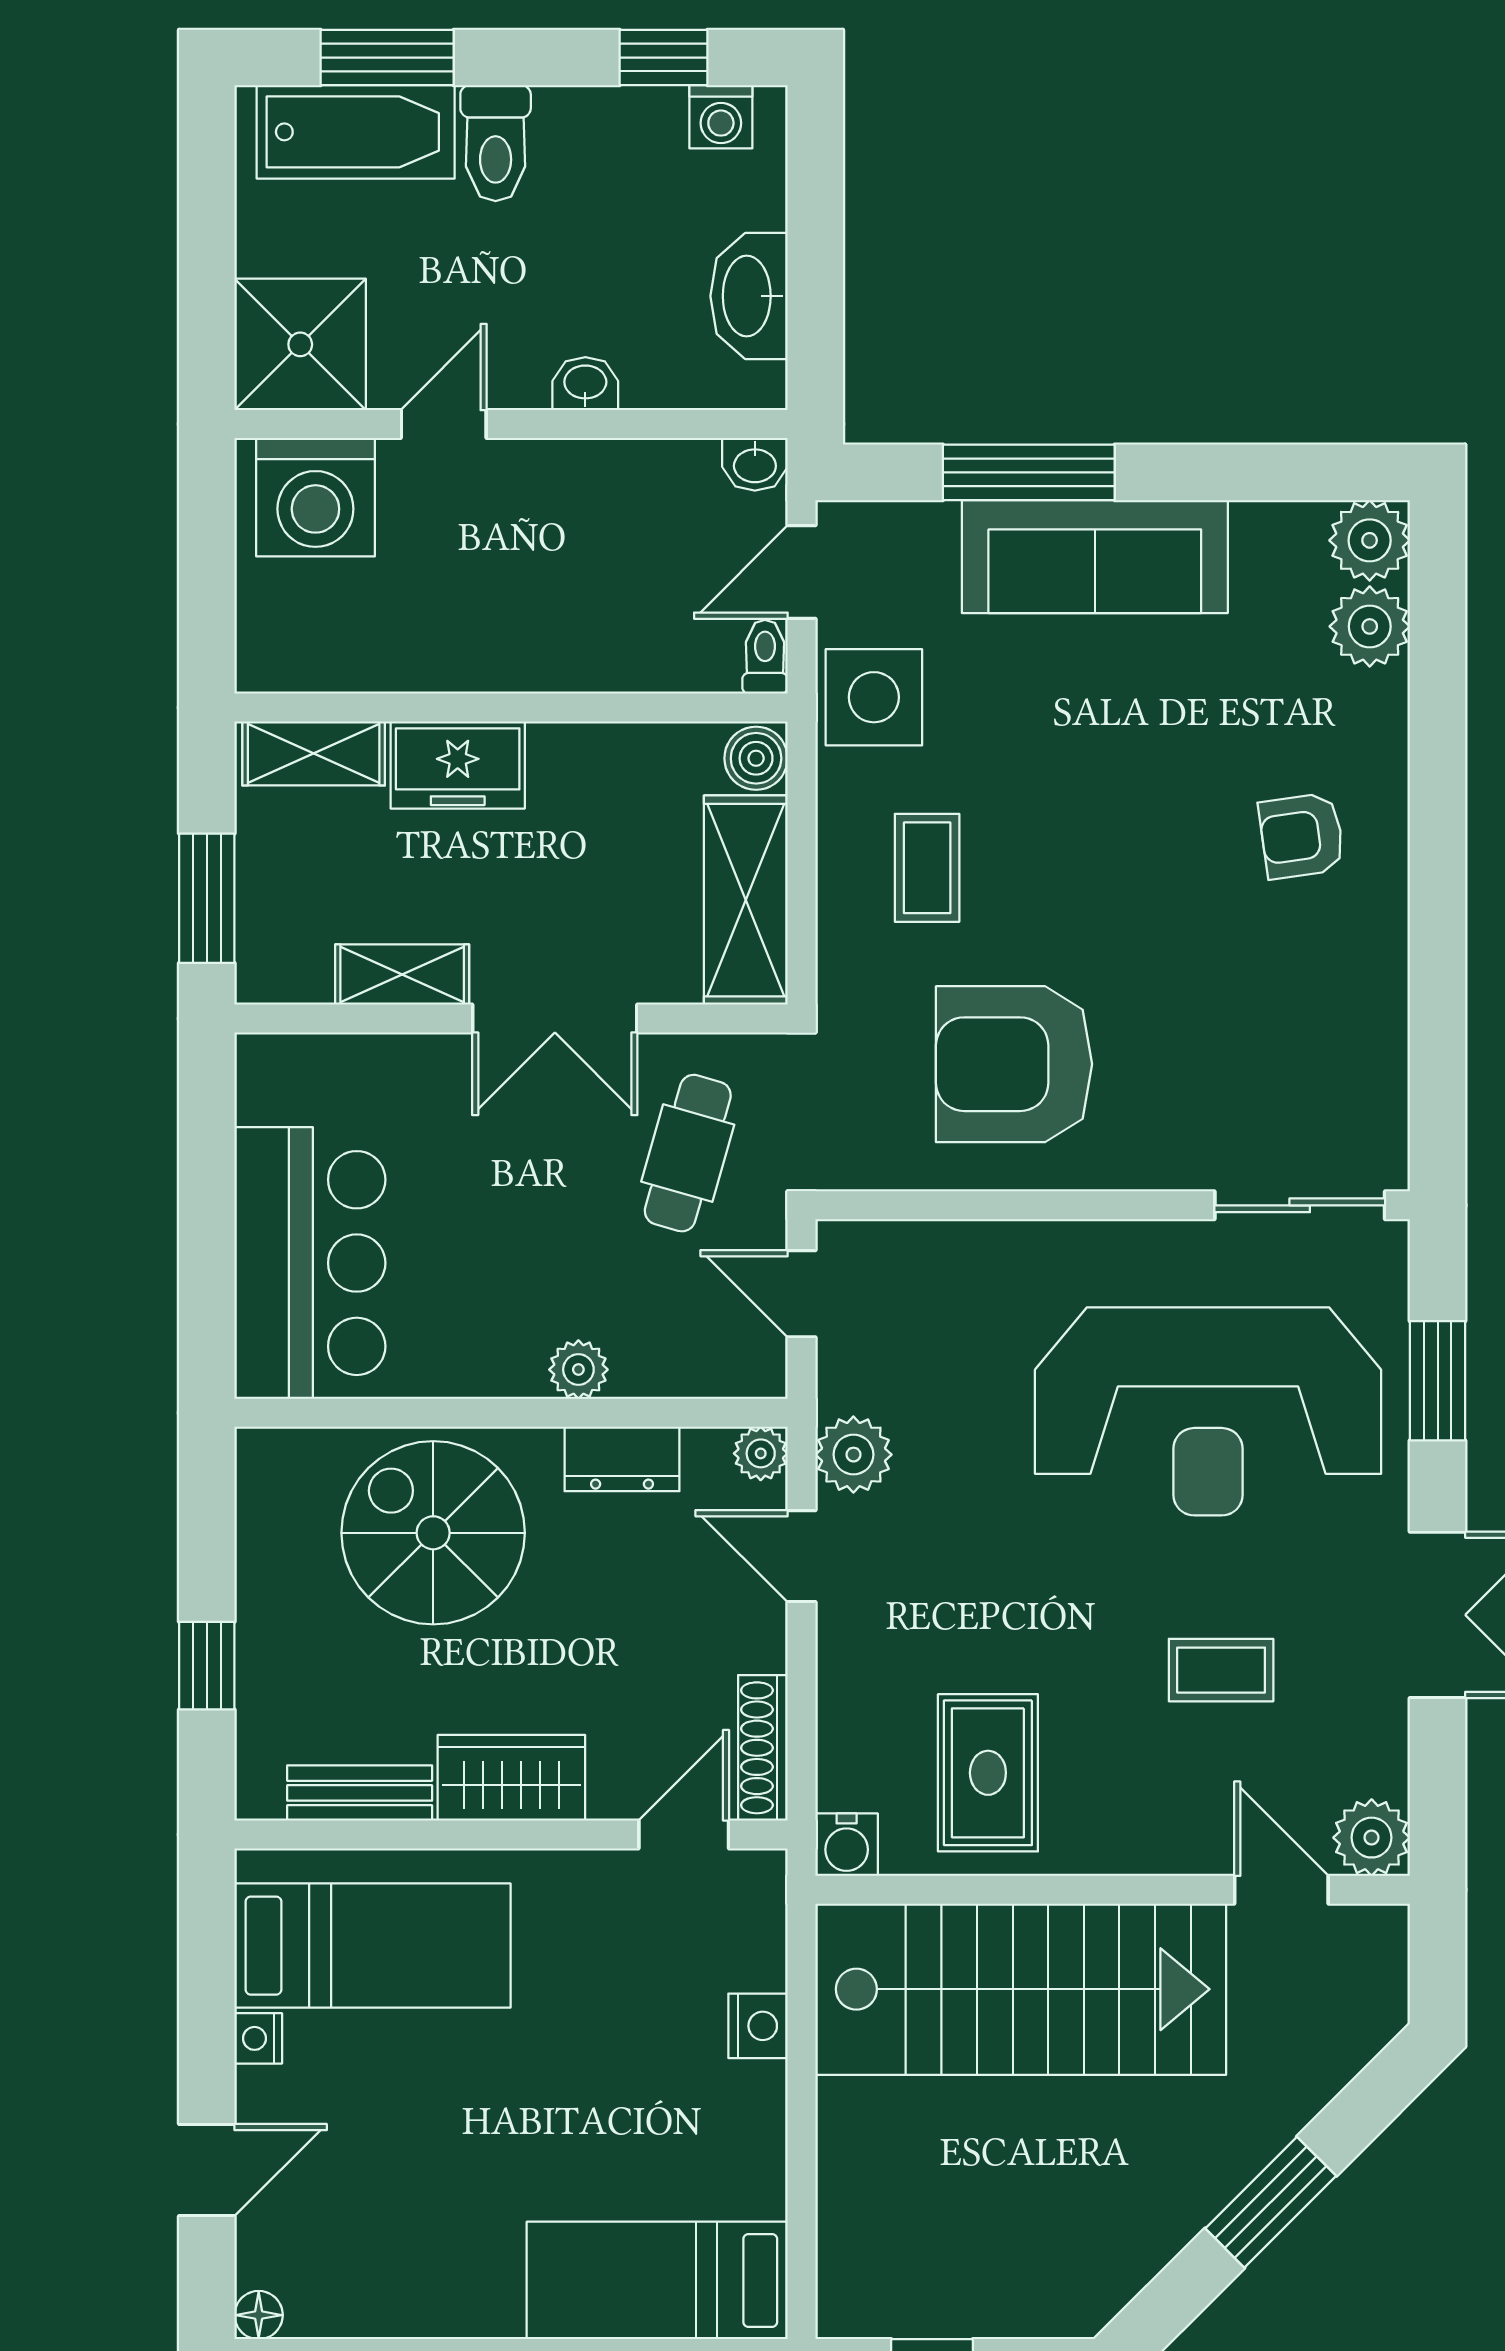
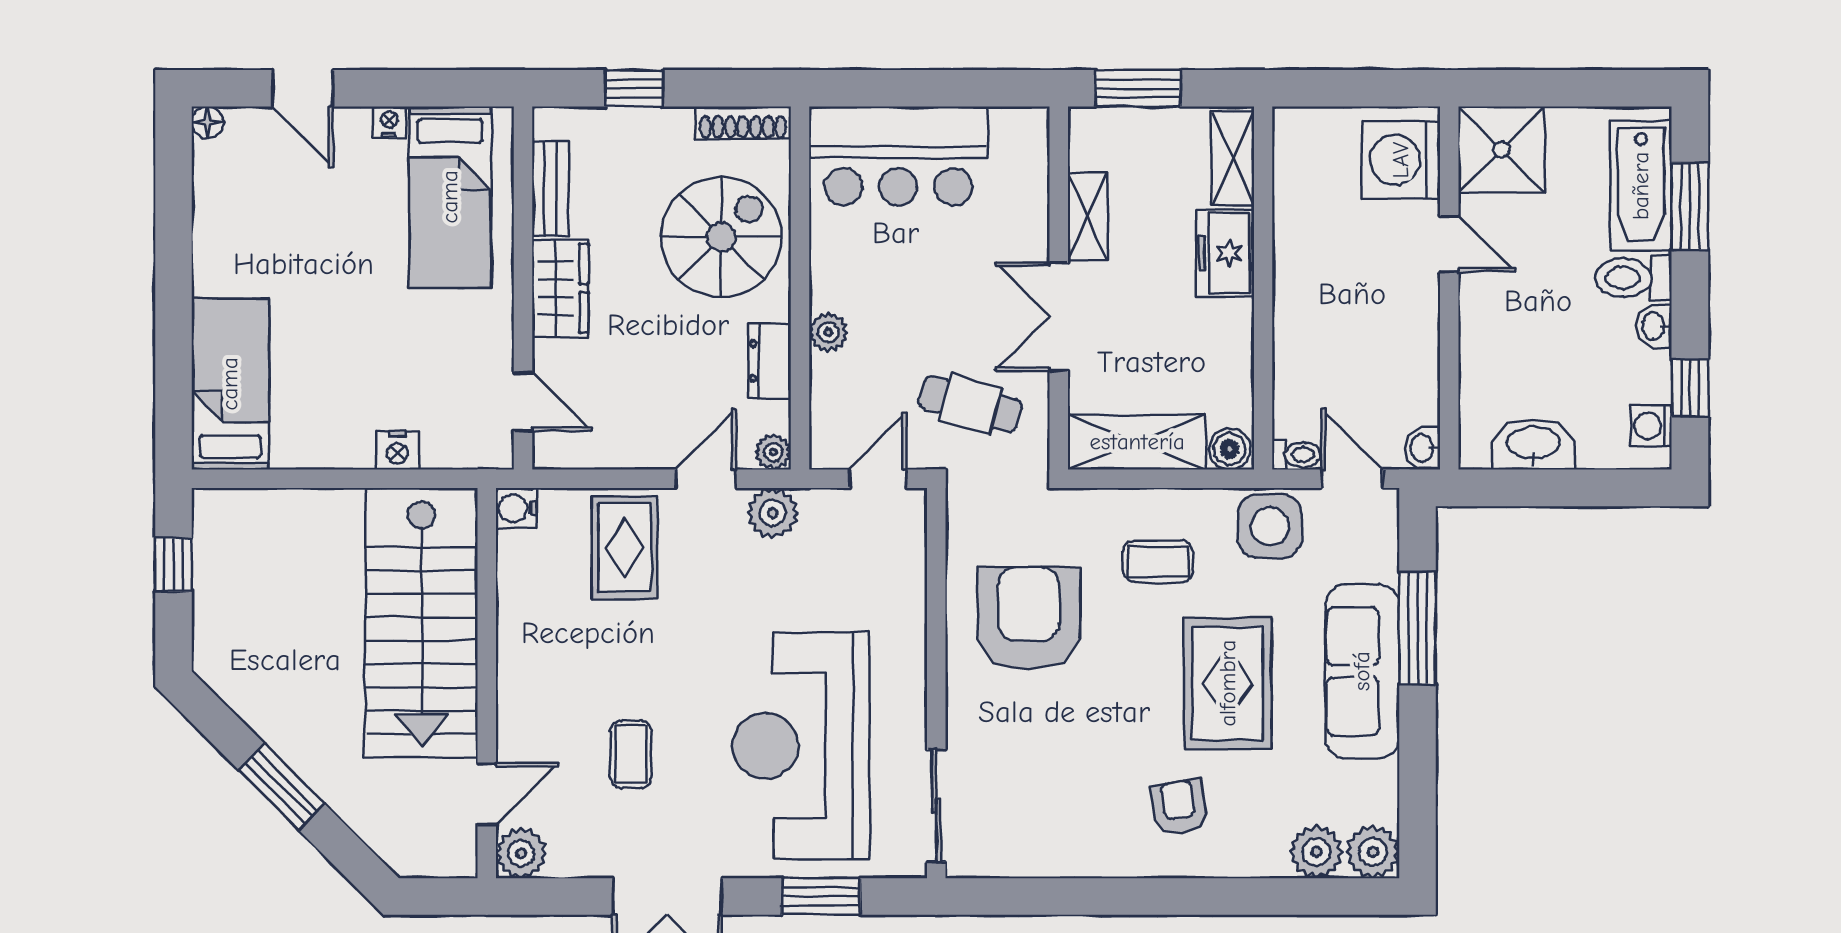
washbasin: (585, 384) -> (1654, 326), moved, turned 180
rug: (1113, 761) -> (1228, 683), added
shoe rack: (763, 1748) -> (743, 123), moved, turned 180
rug: (988, 1773) -> (625, 548), moved, turned 90

